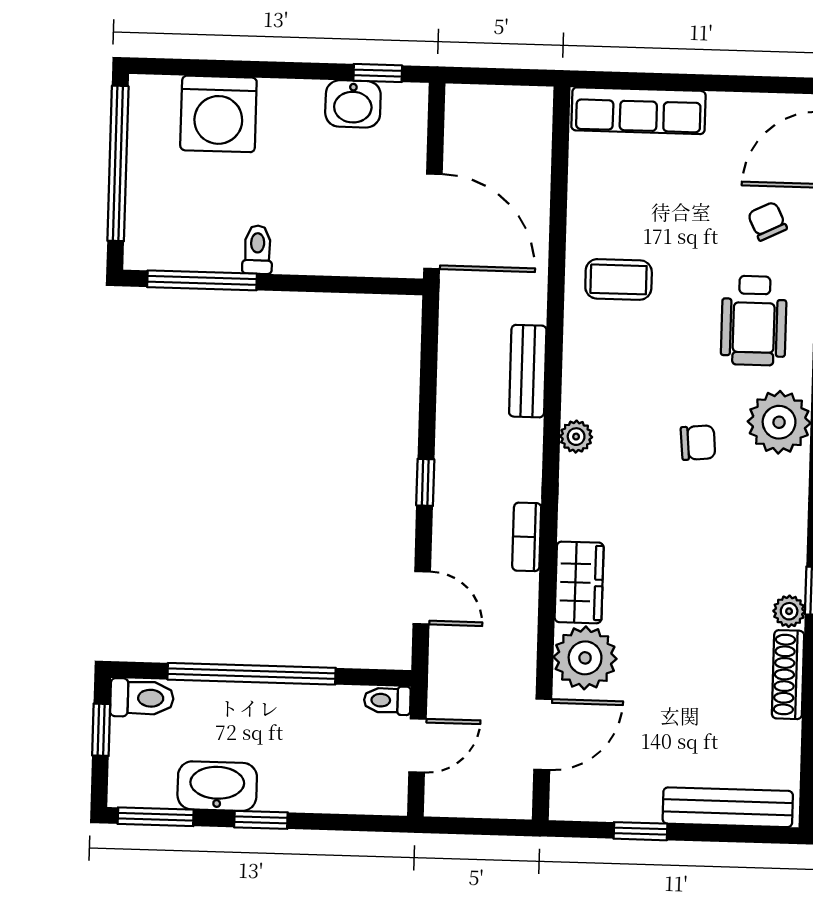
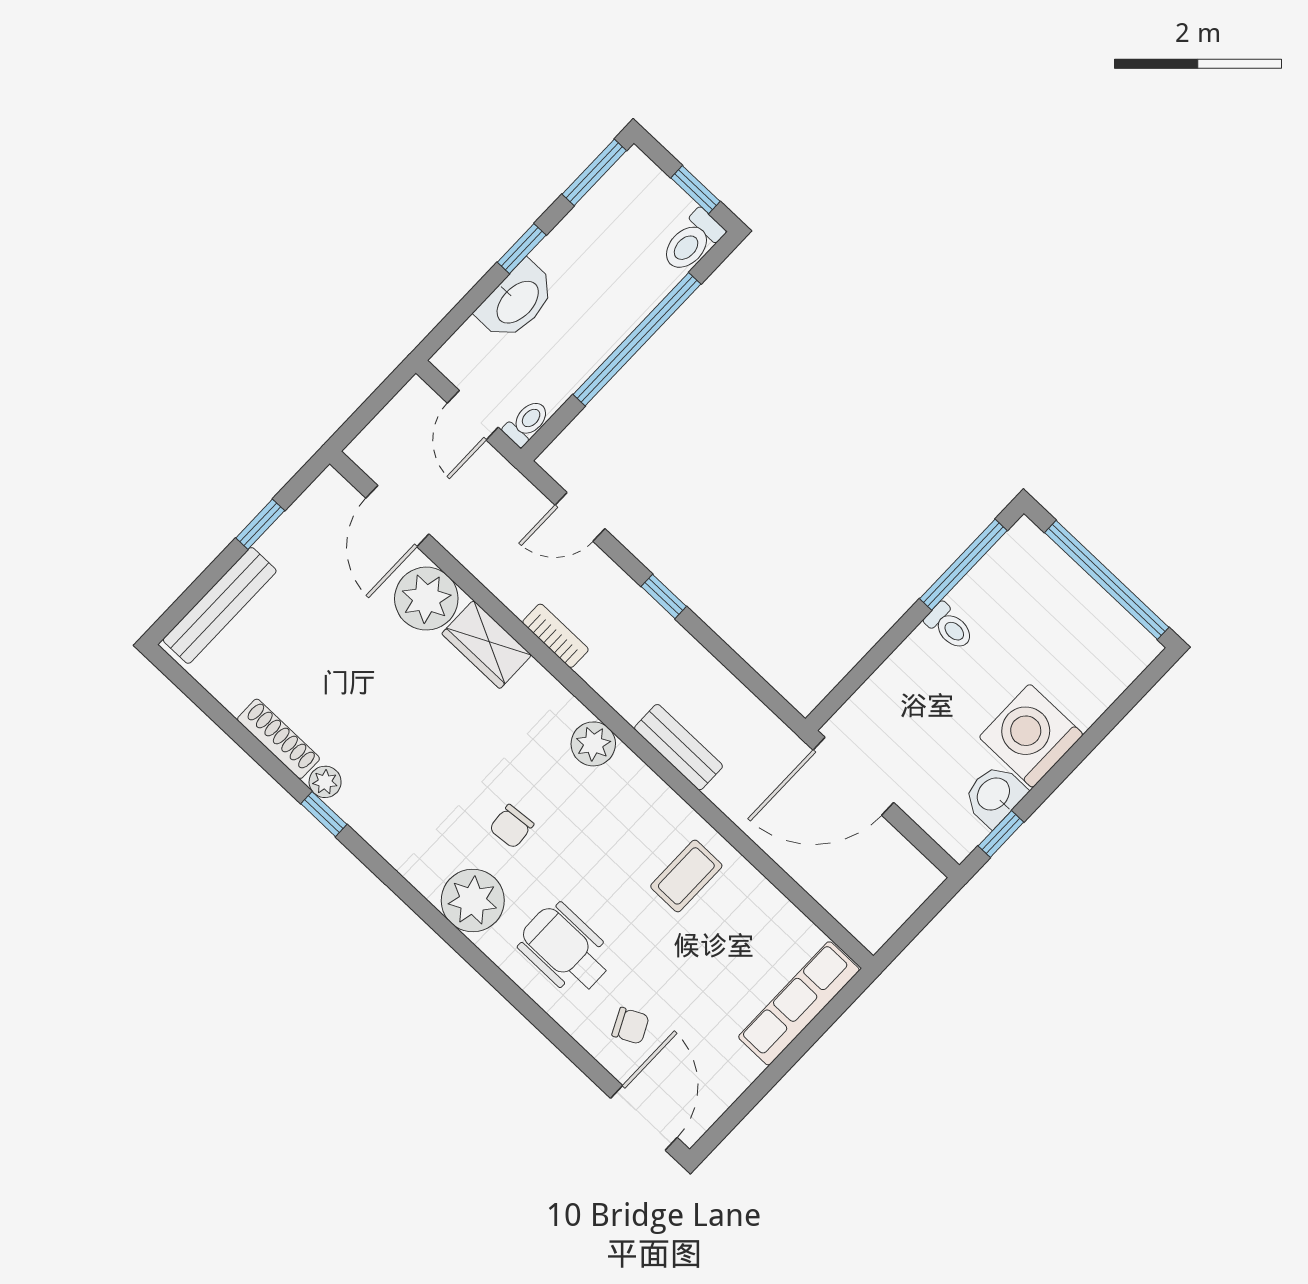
washing machine: (218, 114) -> (1031, 736), moved
plant: (576, 437) -> (593, 744), width x1.38, depth x1.38
washbasin: (217, 786) -> (517, 301), moved

